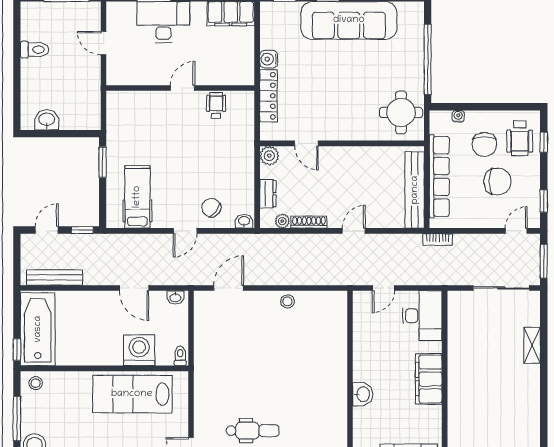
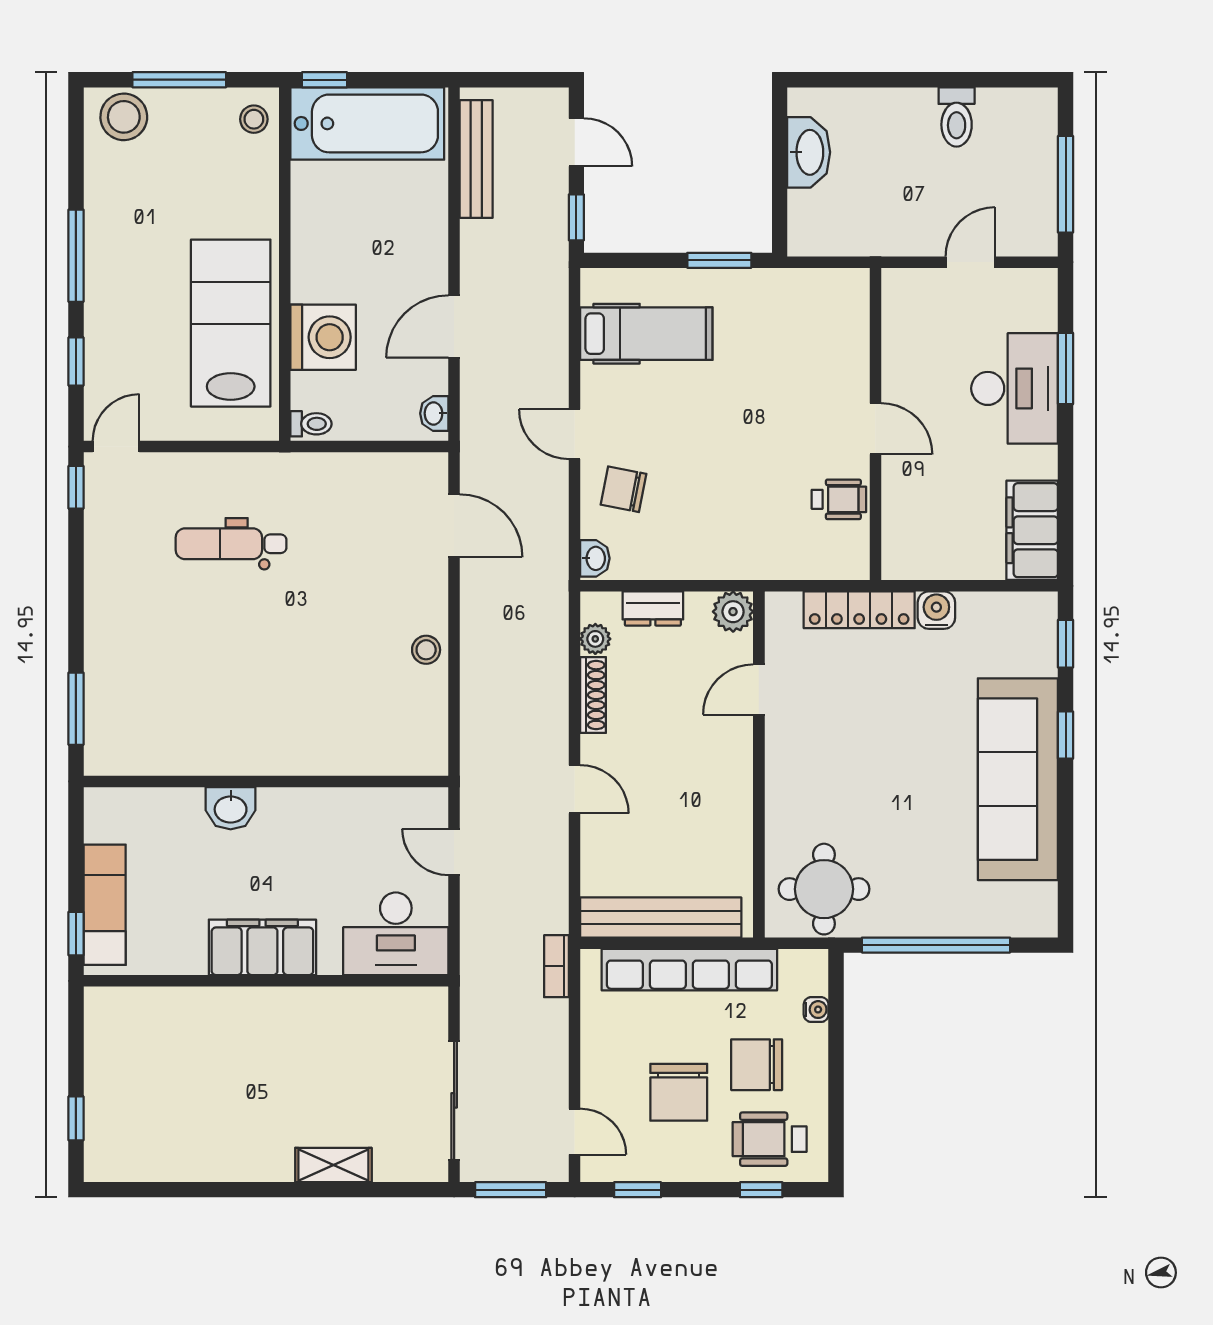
washbasin: (47, 120) -> (809, 152), width x1.38
chair: (211, 208) -> (624, 489), turned -117
dental chair: (253, 431) -> (231, 544), moved, turned 90

